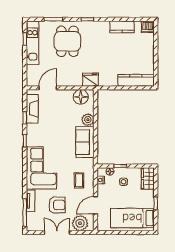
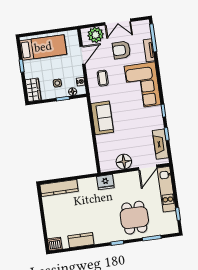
kitchen unit: (32, 43) -> (166, 189), moved
floor lamp: (81, 97) -> (124, 162), moved
plant: (88, 120) -> (102, 141), removed

